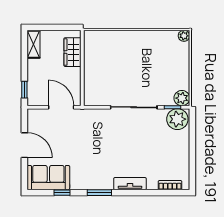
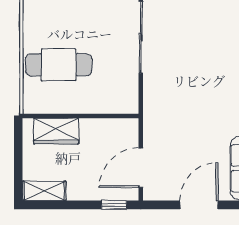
cafe table: (116, 54) -> (59, 65), added
door: (61, 107) -> (141, 168), moved

